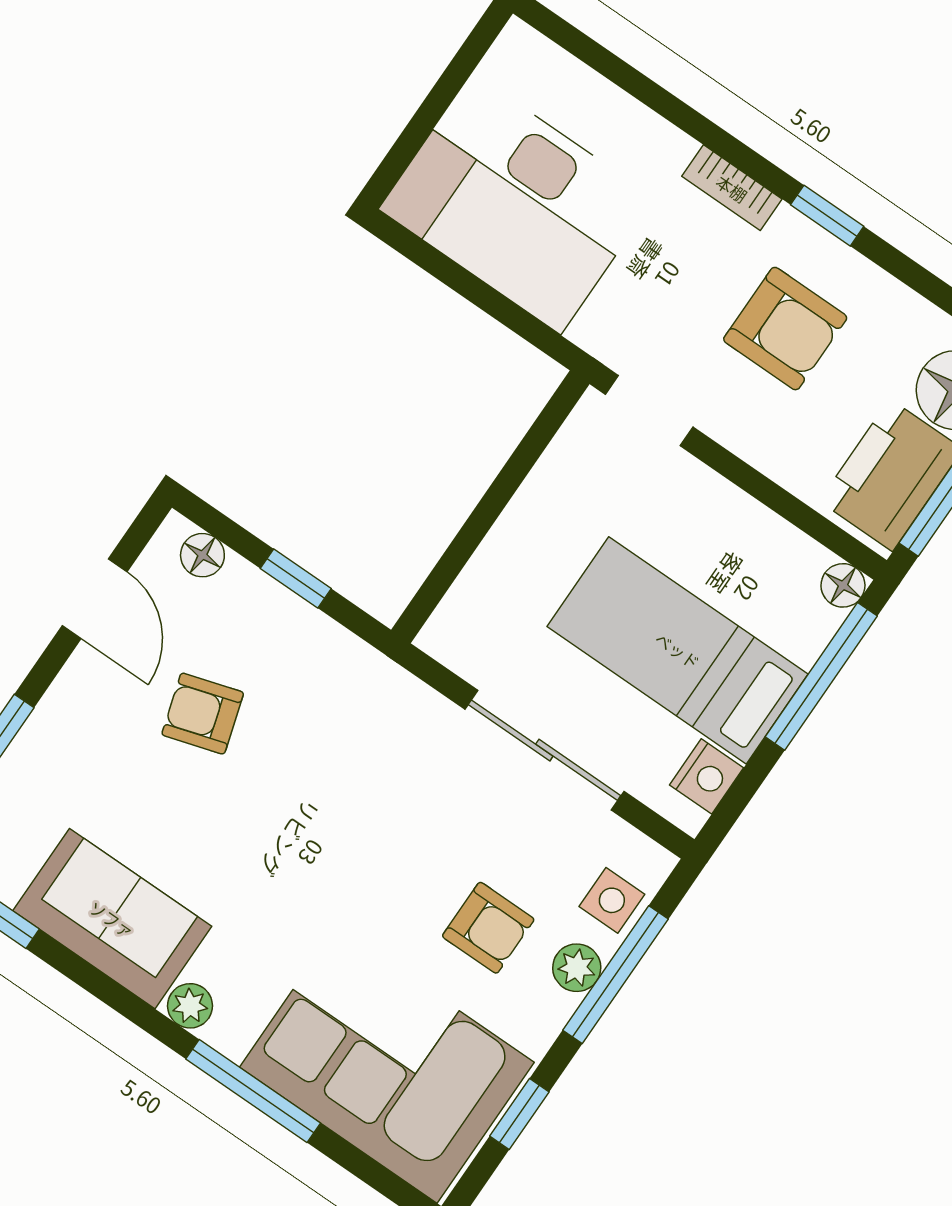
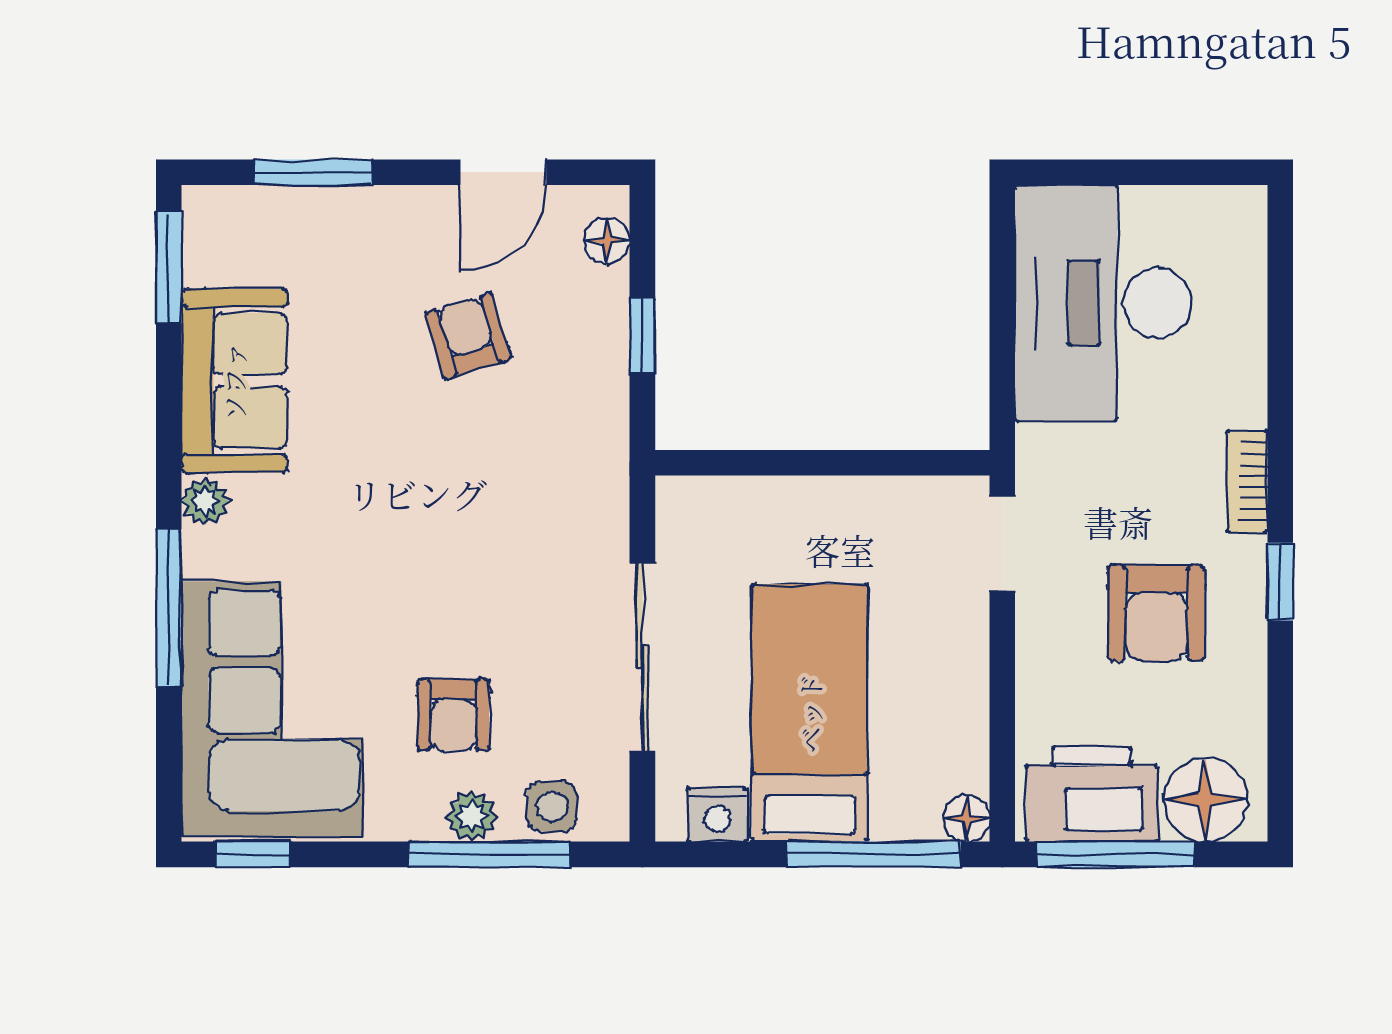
window: (519, 1114) -> (253, 854), moved

